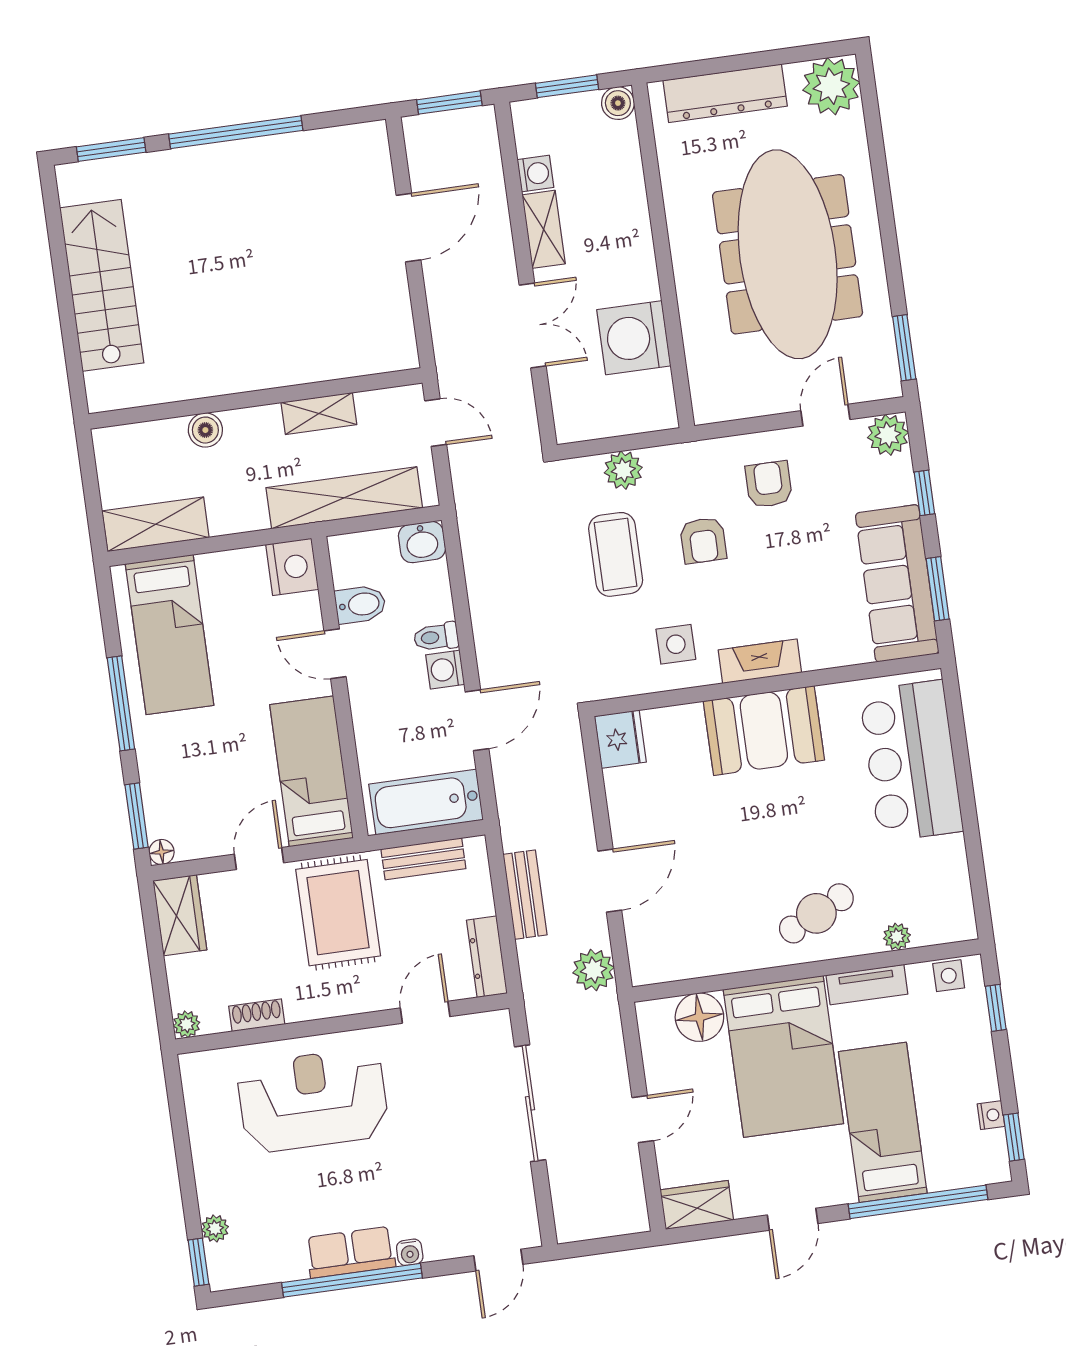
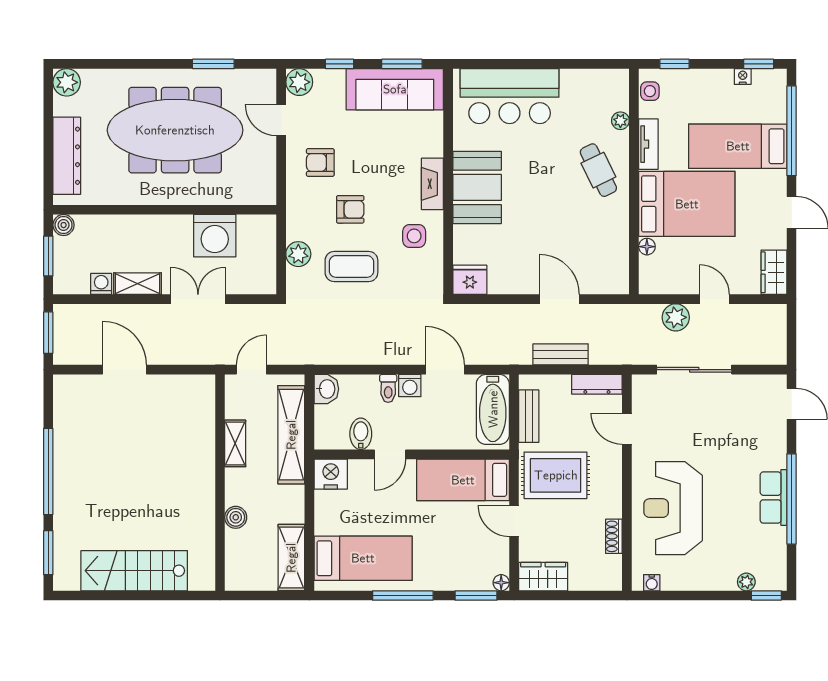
plant: (831, 86) -> (67, 82), width x0.73, depth x0.73
window: (904, 348) -> (213, 64), moved
plant: (594, 970) -> (676, 317), moved
floor lamp: (699, 1017) -> (647, 247), width x0.53, depth x0.53
plant: (187, 1024) -> (613, 582), removed
water cooler: (410, 1252) -> (652, 583), moved, turned 90

